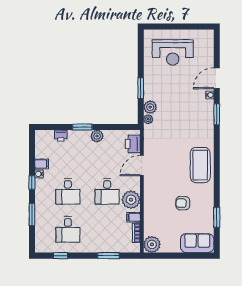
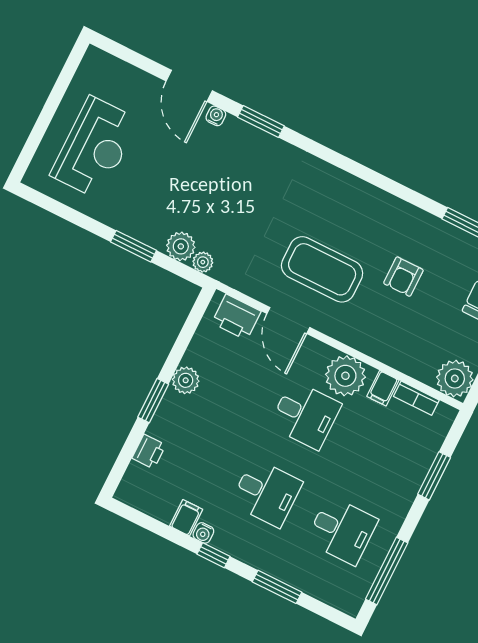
coffee table: (200, 165) -> (322, 269), moved
window: (60, 256) -> (387, 571), width x2.17

